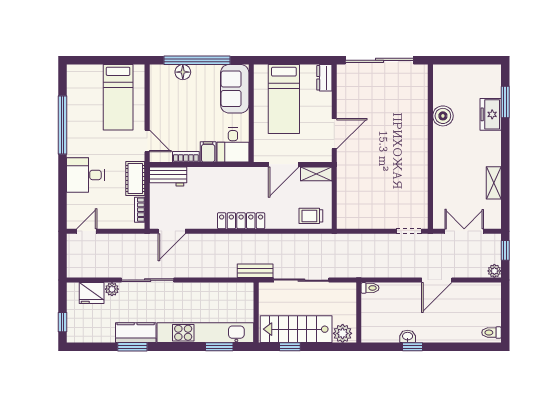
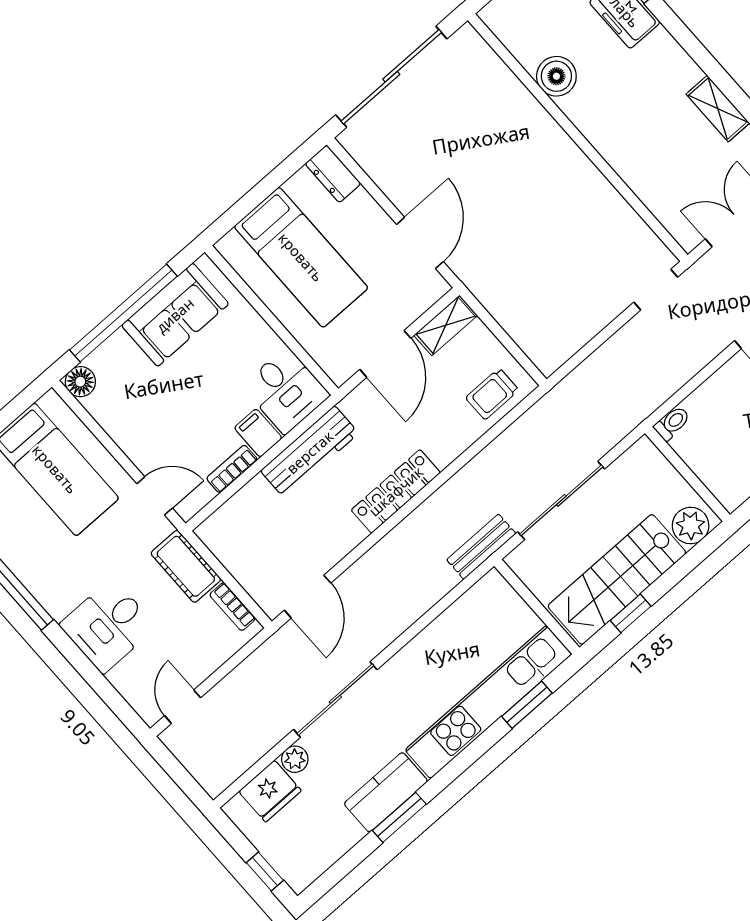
floor lamp: (183, 72) -> (80, 382), moved
sofa: (235, 89) -> (175, 315), moved, turned -90
workbench: (168, 176) -> (310, 452), moved, width x1.38

